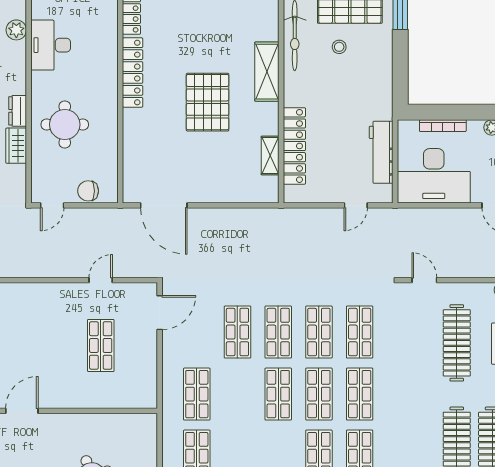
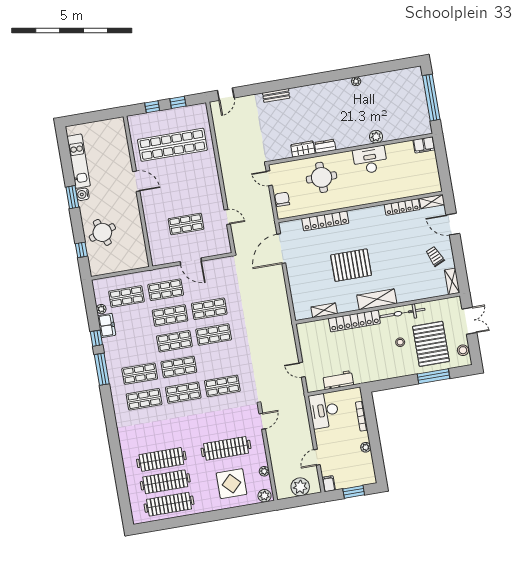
locker: (133, 73) -> (325, 221), moved
locker: (294, 146) -> (354, 321), moved
workbench: (381, 152) -> (338, 380), width x0.73
desk: (434, 176) -> (324, 410), width x0.73, depth x0.77
door: (160, 313) -> (191, 261), moved
shop shelf: (319, 332) -> (170, 316), moved

